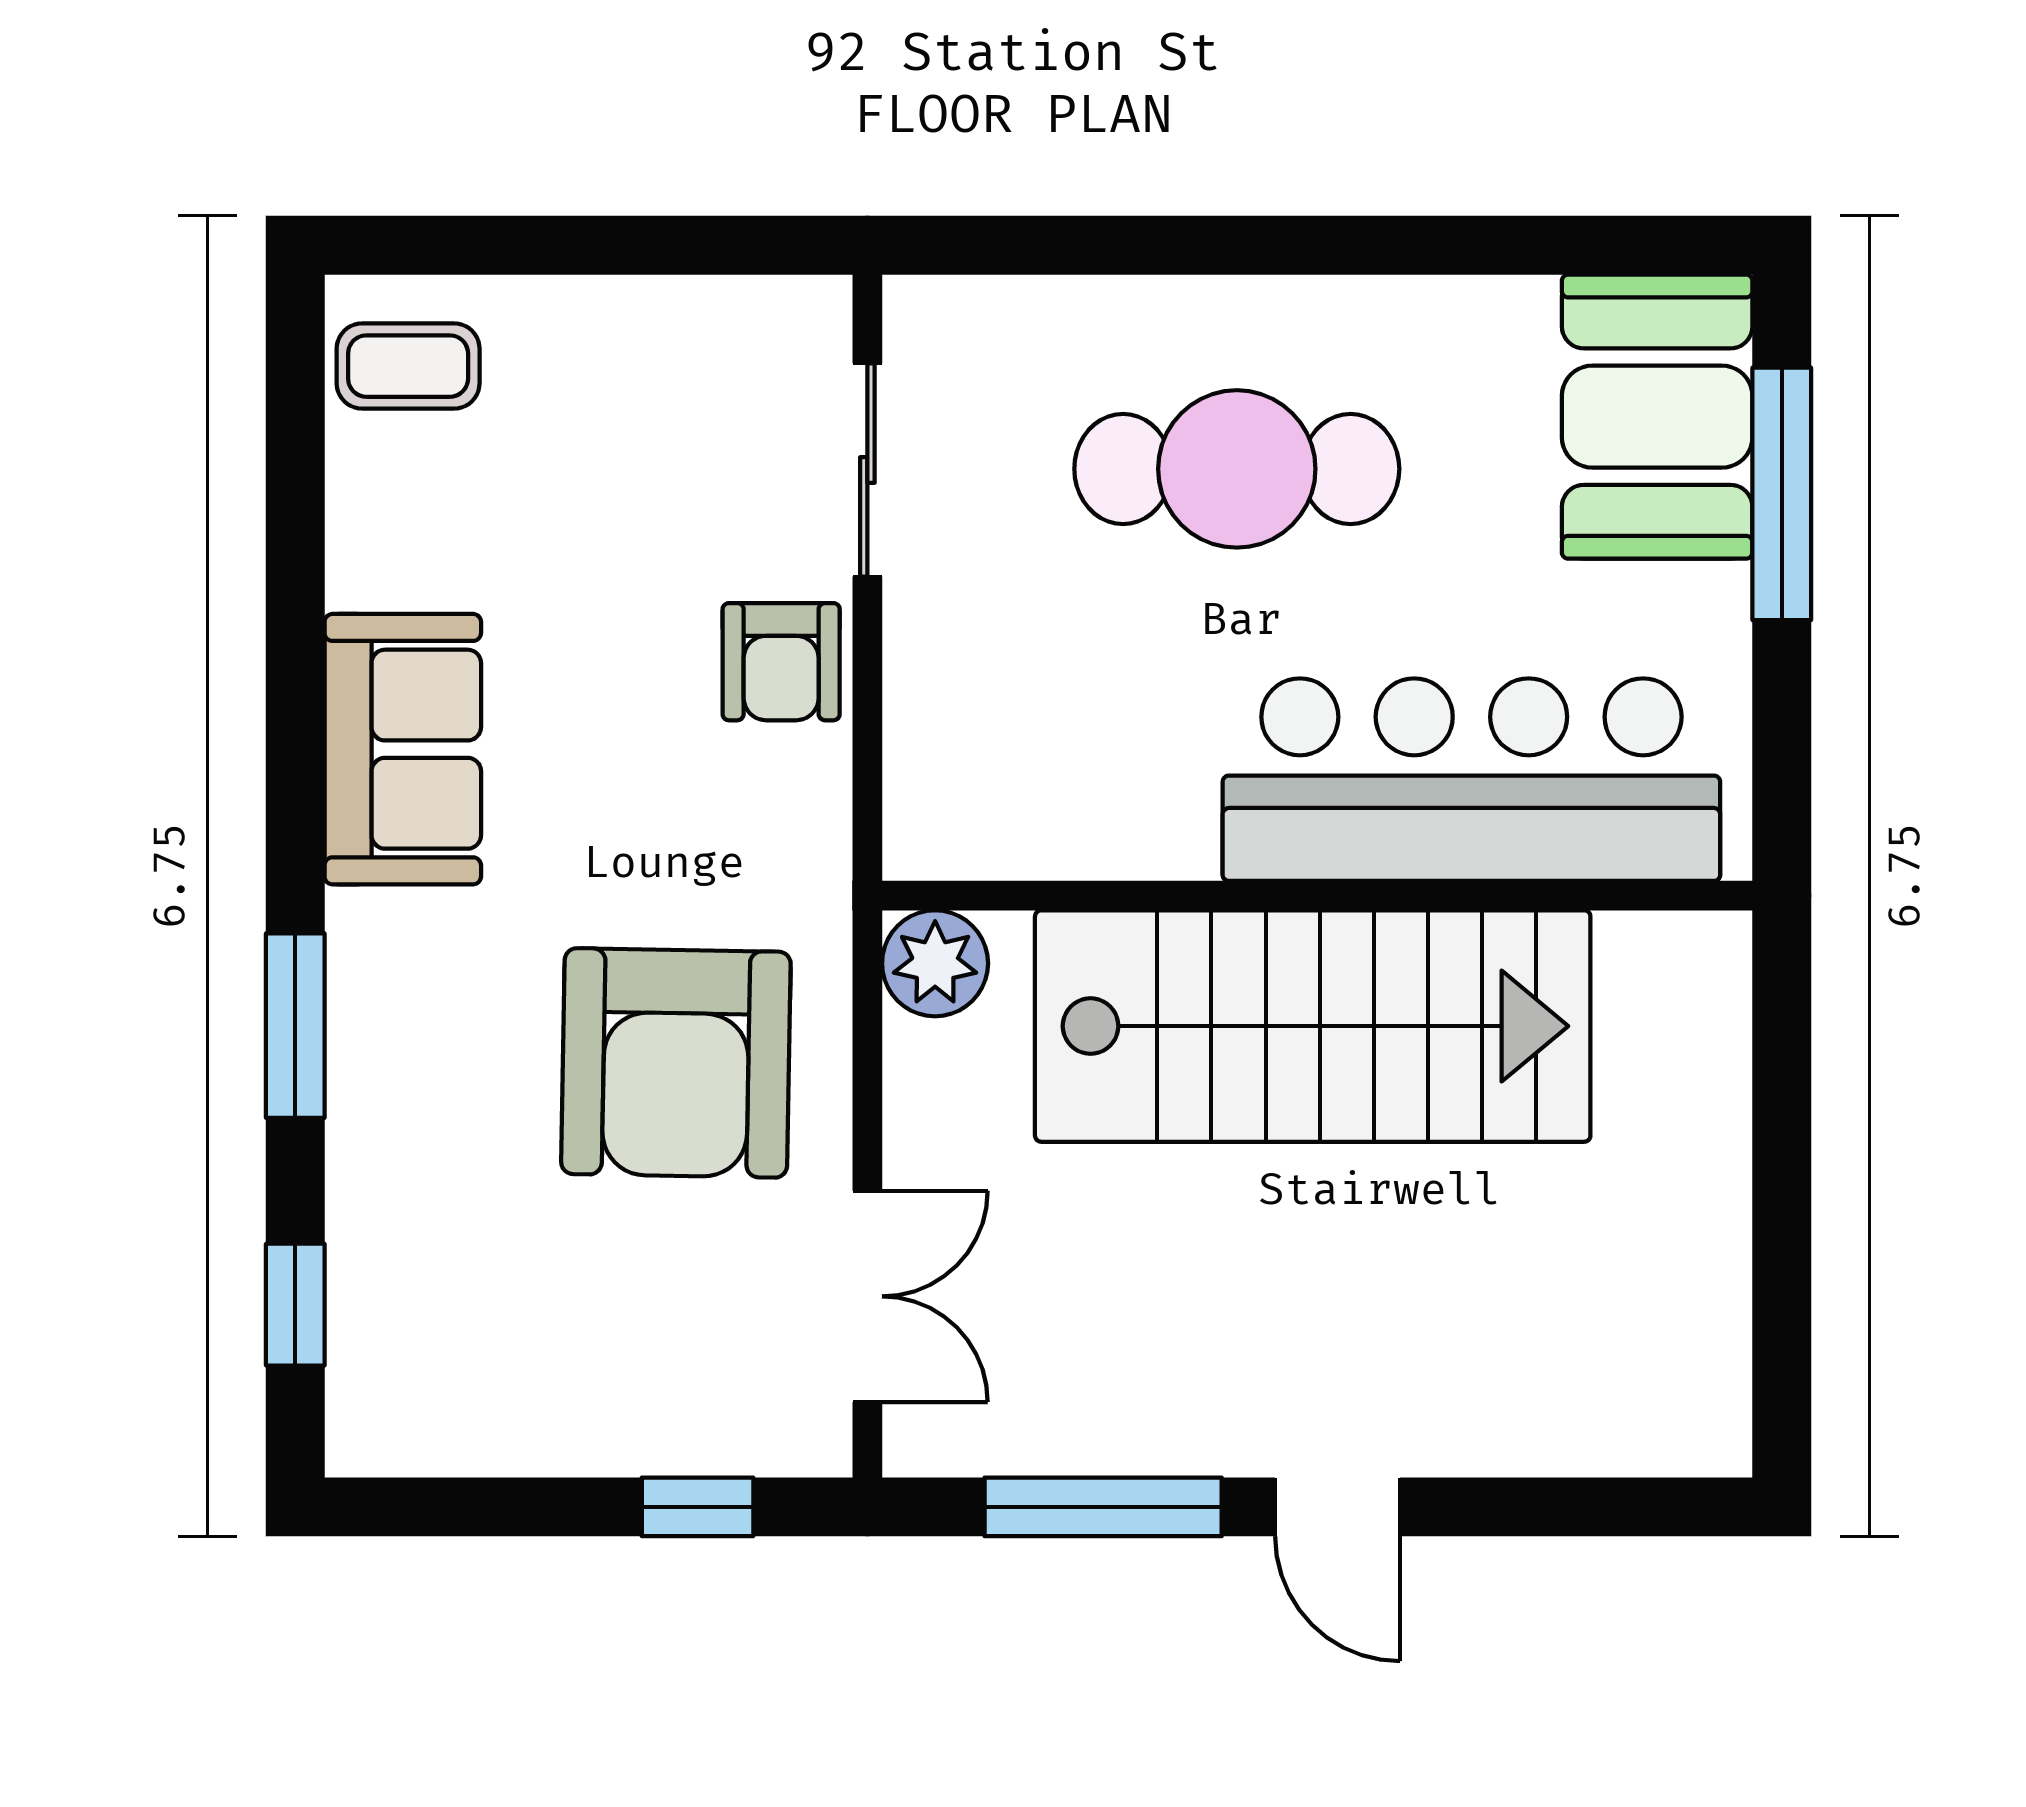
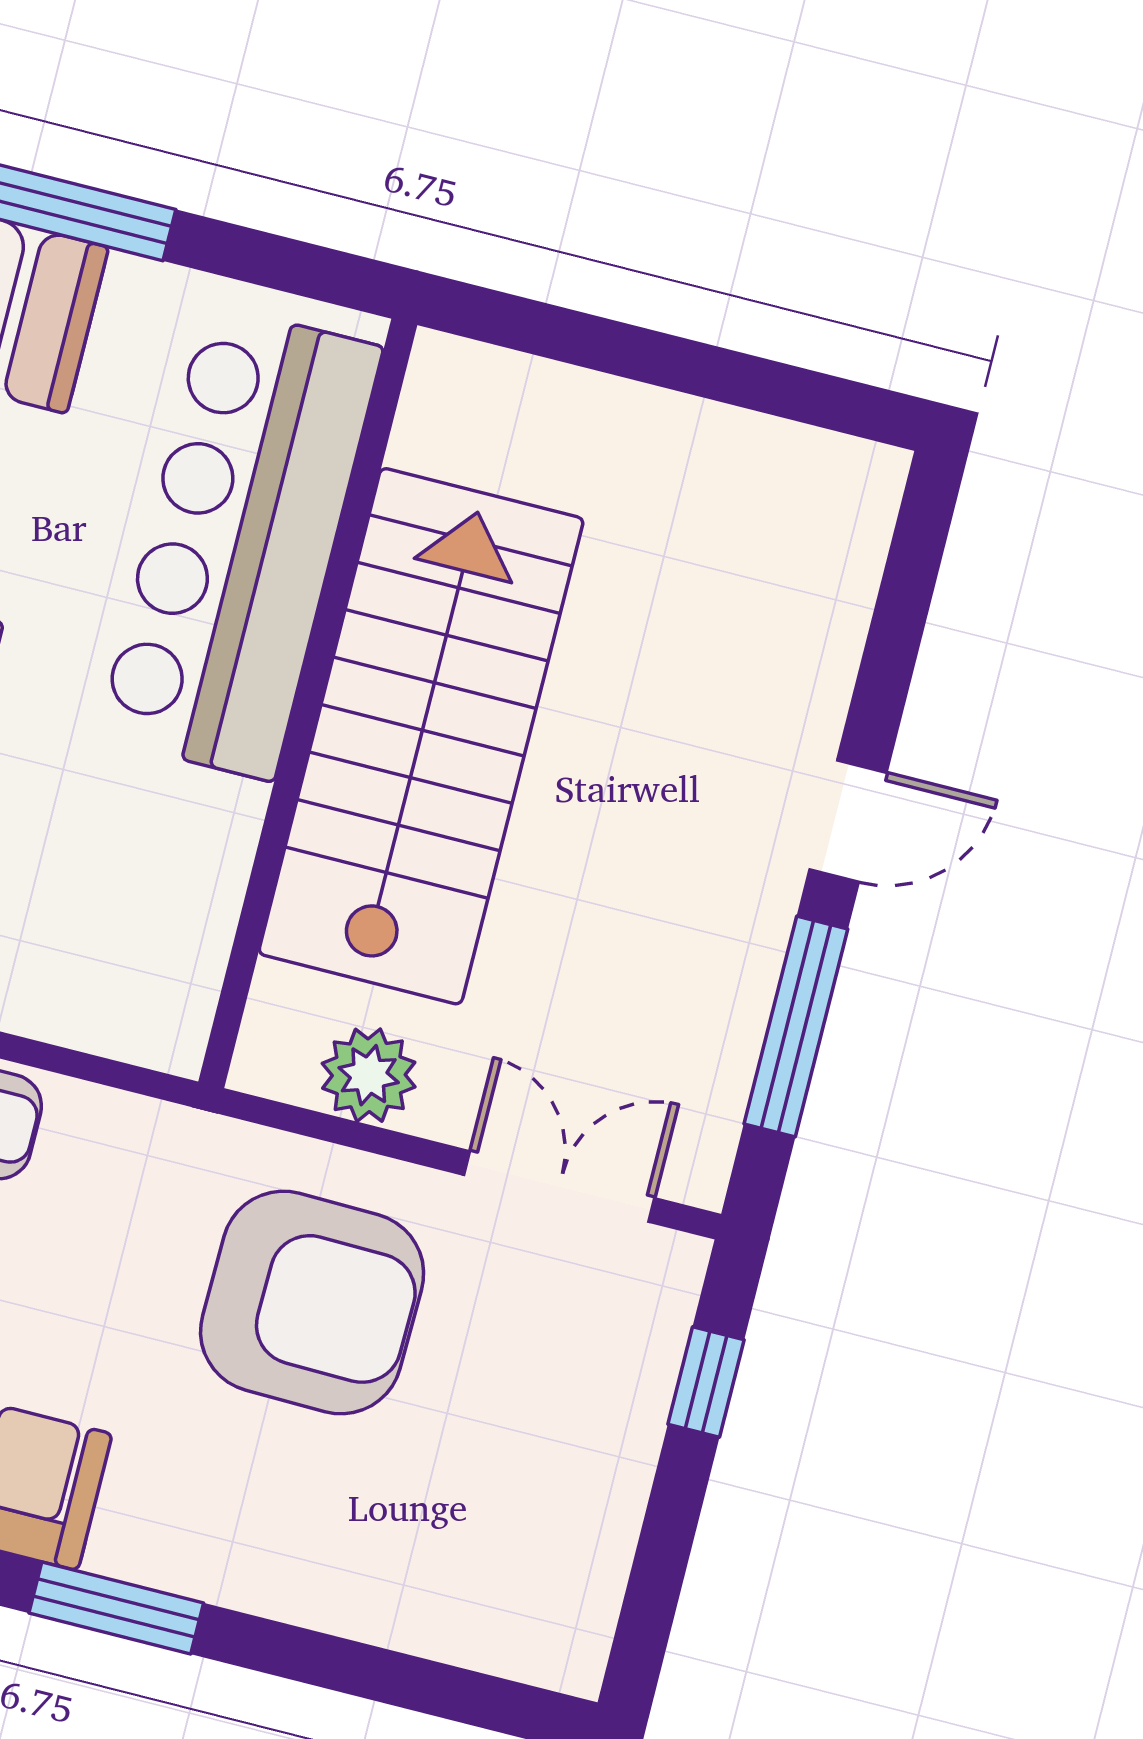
plant: (935, 963) -> (369, 1075), moved
window: (295, 1026) -> (116, 1608), moved
window: (295, 1305) -> (440, 1690), removed

